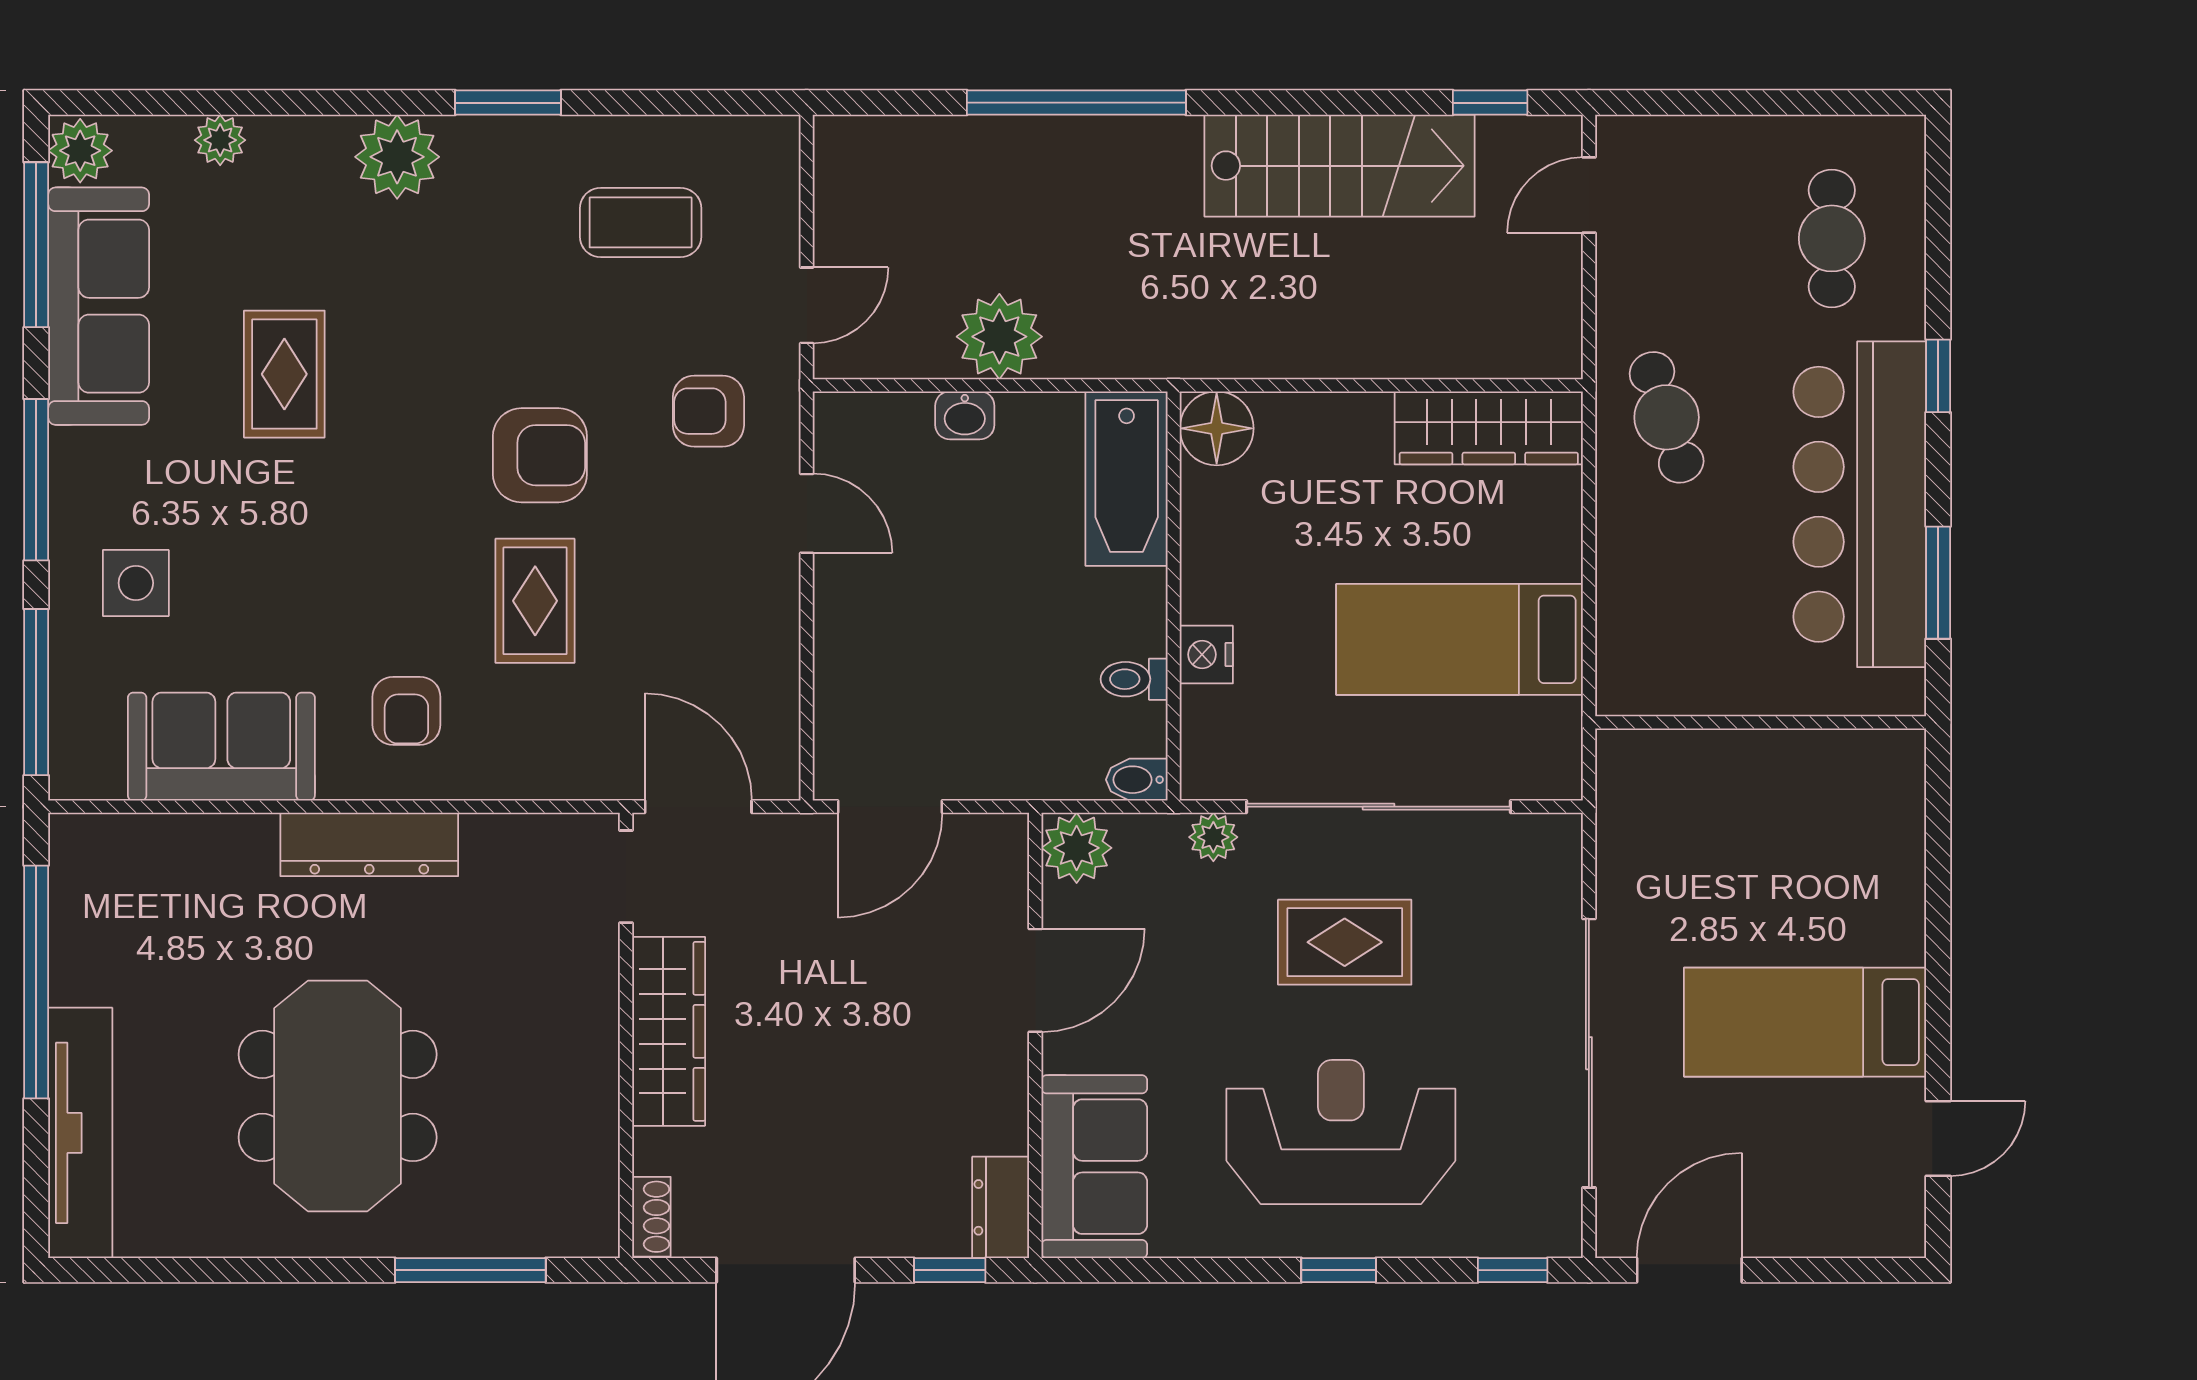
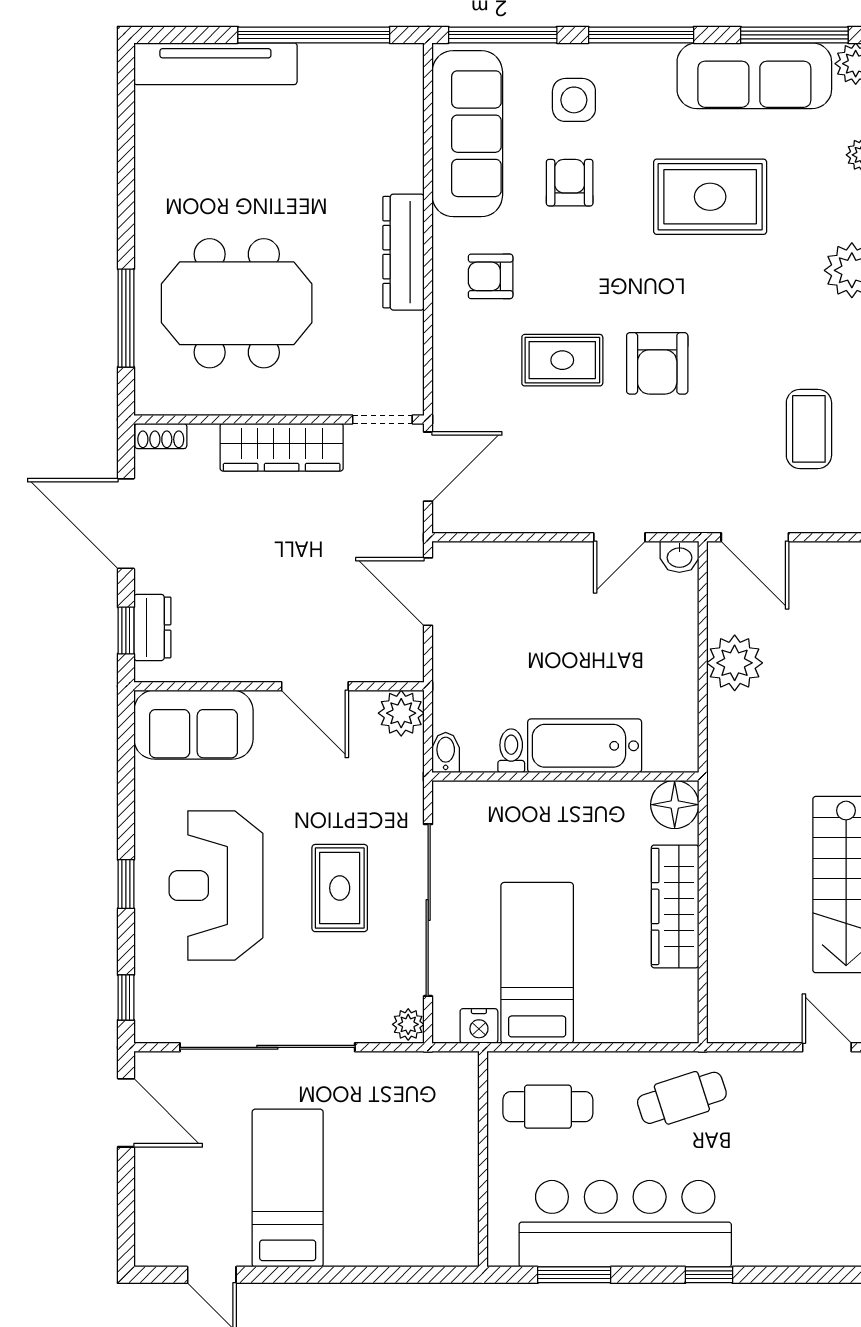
cafe table: (1832, 238) -> (548, 1107), moved
door: (807, 305) -> (755, 537), width x1.37
rug: (284, 374) -> (710, 197), width x1.36, depth x1.43
armchair: (708, 411) -> (570, 183), moved
washbasin: (965, 415) -> (679, 557), moved, turned -90
wardrobe: (1489, 428) -> (675, 906), moved
bathtub: (1127, 479) -> (585, 746), moved
nightstand: (1206, 655) -> (479, 1026), moved, turned 180
sofa: (221, 747) -> (467, 134), width x1.36
plant: (1213, 837) -> (408, 1024), moved
meeting table: (338, 1096) -> (237, 303), moved
reception desk: (1341, 1132) -> (216, 886), turned 180
dresser: (1001, 1207) -> (152, 627), moved, turned 90

